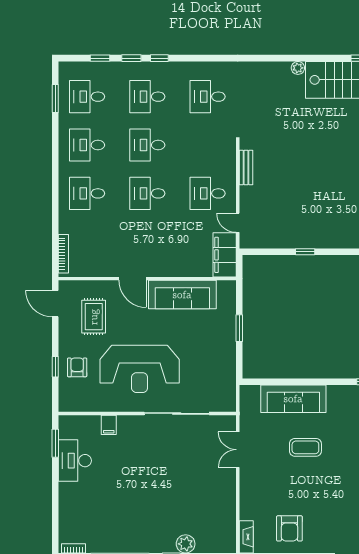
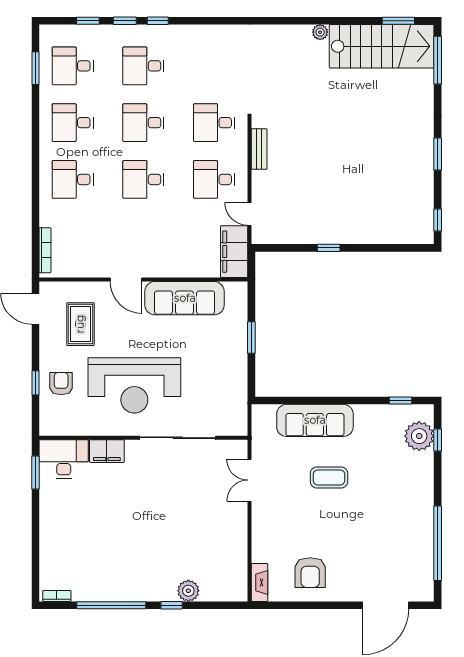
desk: (208, 97) -> (214, 123), moved
filing cabinet: (109, 425) -> (107, 451), width x2.00
desk: (75, 461) -> (64, 459), moved, turned 90

